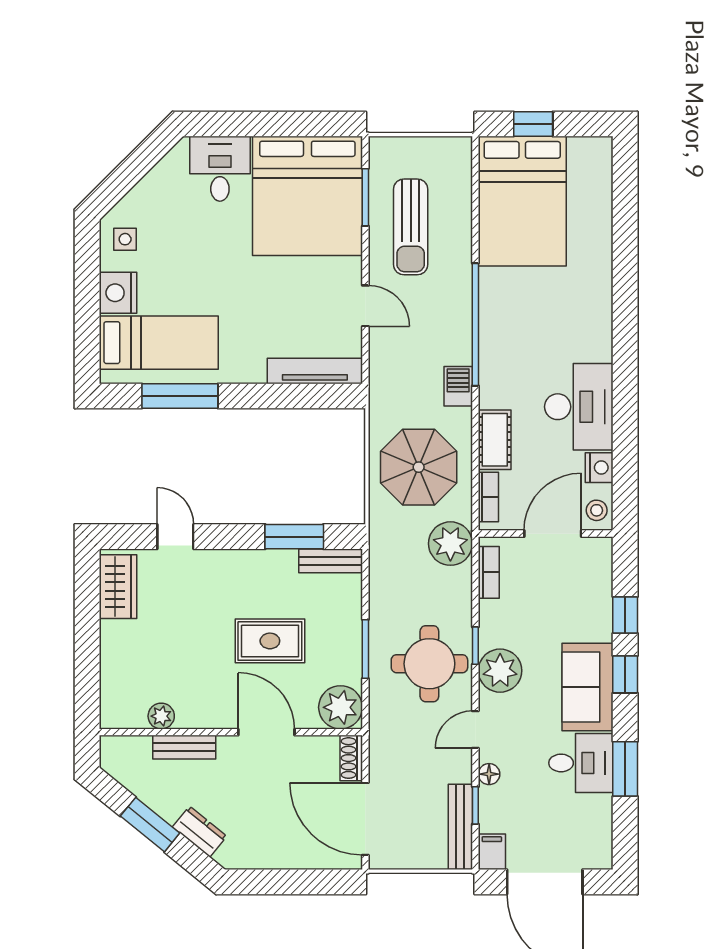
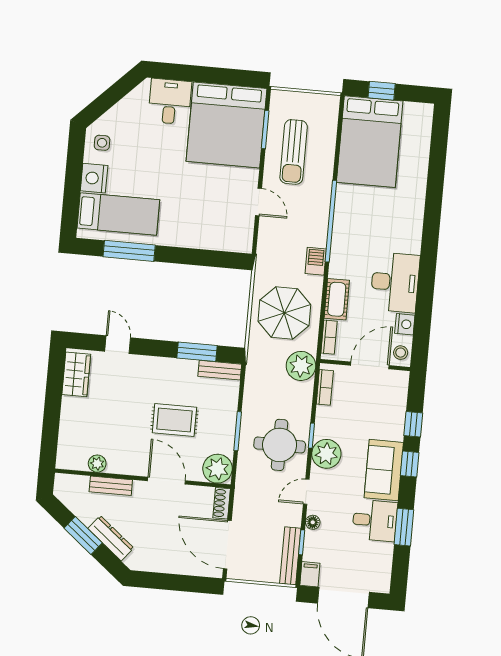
tv unit: (315, 371) -> (221, 242), removed
dresser: (200, 832) -> (111, 538), width x1.44

